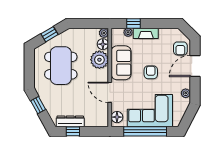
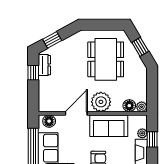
plant: (99, 60) -> (101, 102), moved
dining table: (61, 66) -> (106, 59), turned 90
window: (38, 105) -> (52, 40), moved
dresser: (70, 121) -> (44, 65), width x0.70

